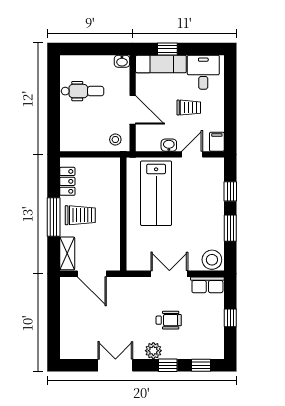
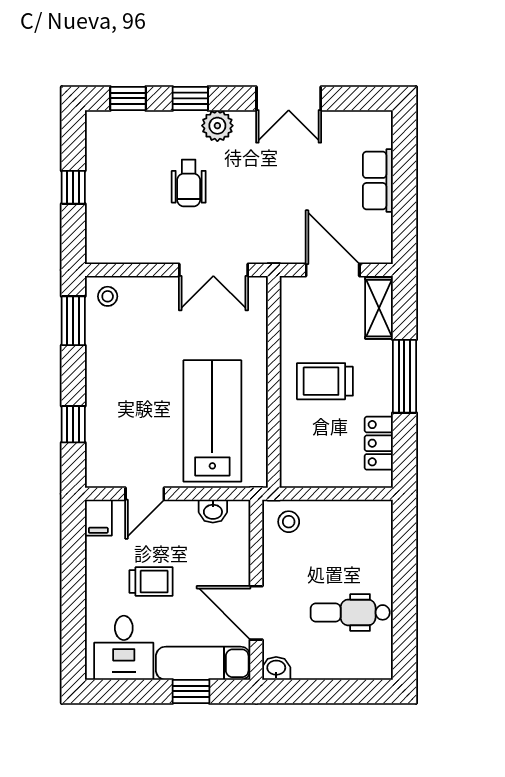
trolley: (189, 108) -> (151, 582), turned 180
door: (133, 110) -> (256, 613), moved
washbasin: (169, 145) -> (213, 511), moved
trolley: (80, 215) -> (325, 381), moved
window: (230, 228) -> (73, 321), moved
stool: (212, 260) -> (108, 296), width x0.53, depth x0.53
double door: (169, 274) -> (213, 270), moved
row of seats: (207, 285) -> (378, 180), moved, turned -90
wheelchair: (169, 320) -> (189, 183), turned -90

